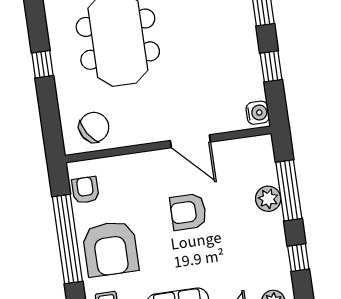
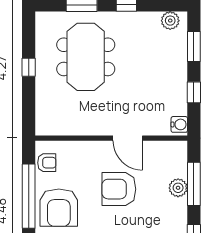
chair: (94, 127) -> (59, 118), removed
armchair: (85, 190) -> (47, 163), turned 90
armchair: (188, 212) -> (119, 189), width x1.36, depth x1.36

